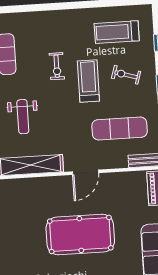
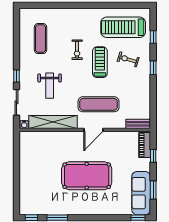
treadmill: (117, 32) -> (123, 27), width x1.37, depth x1.38
exercise mat: (120, 129) -> (99, 104), moved

